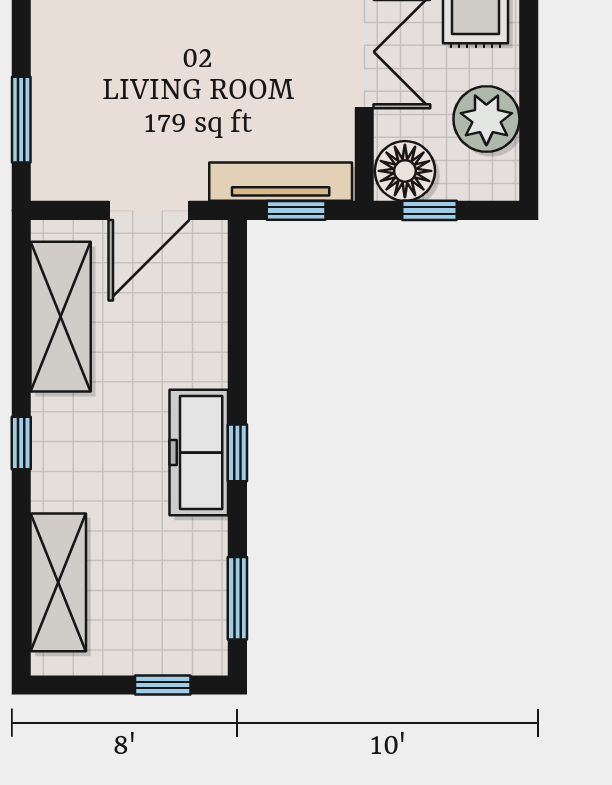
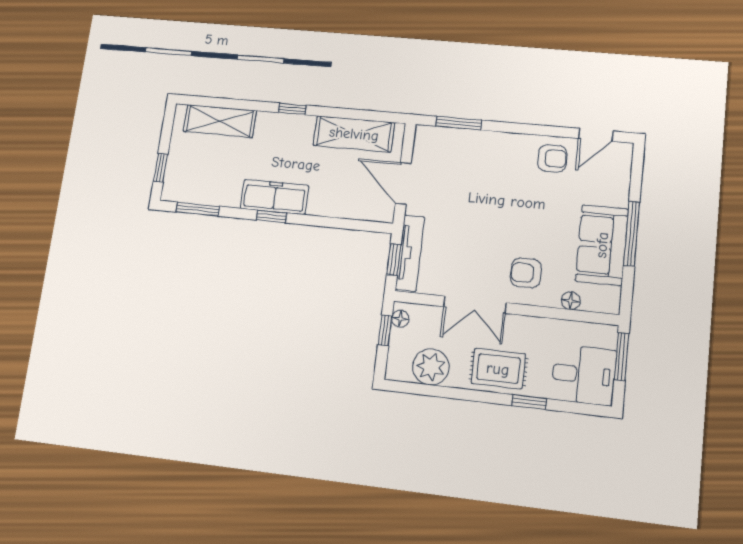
floor lamp: (405, 171) -> (400, 319), width x0.53, depth x0.53

